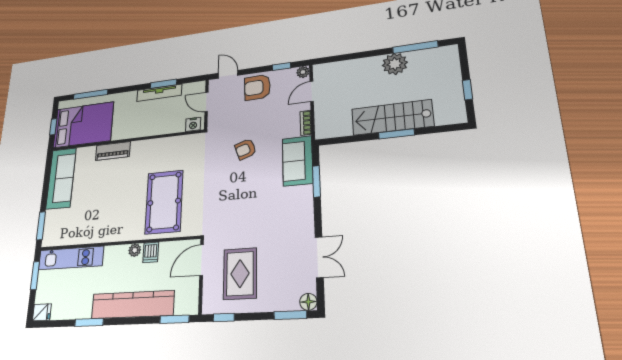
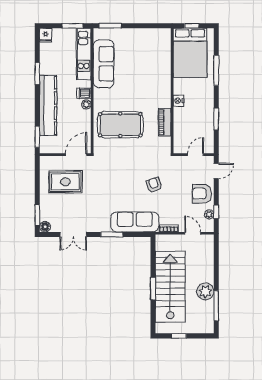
plant: (303, 72) -> (209, 214), moved
armchair: (257, 87) -> (202, 194), turned -88
tv unit: (159, 93) -> (209, 116), removed
window: (91, 94) -> (216, 70), moved
stairs: (392, 117) -> (170, 287), width x1.36, depth x1.51
nightstand: (193, 124) -> (178, 101), moved
piano: (113, 151) -> (165, 122), moved
sofa: (298, 161) -> (135, 222), width x1.36
sofa: (61, 178) -> (104, 64), moved, turned -90
window: (317, 181) -> (112, 234), moved
dishwasher: (151, 252) -> (84, 93), moved
door: (202, 260) -> (76, 155), hinge flipped
window: (224, 317) -> (37, 171), removed

